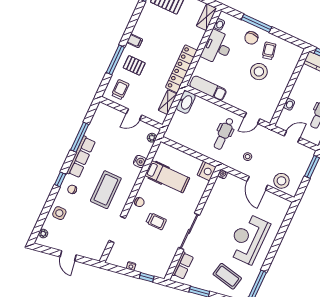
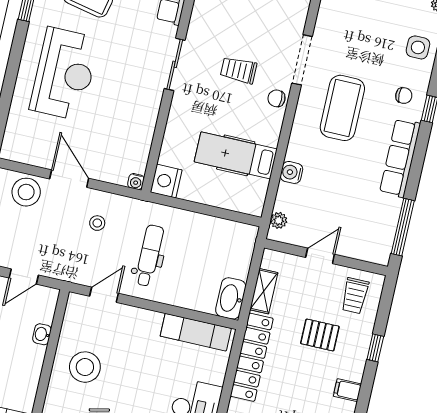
window: (115, 60) -> (375, 348), width x0.46
pallet: (134, 65) -> (320, 335), moved
stool: (259, 72) -> (85, 367), moved
window: (80, 137) -> (403, 227), moved
doorway: (117, 229) -> (302, 60), moved
sliding door: (189, 231) -> (175, 64), width x0.73

